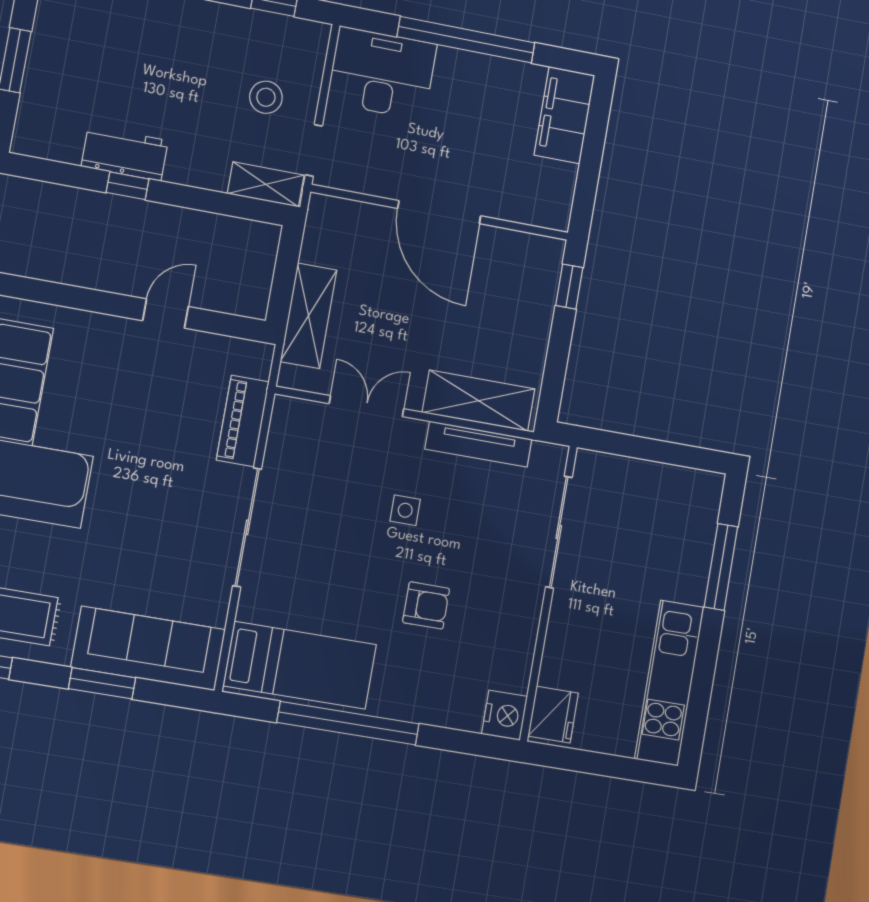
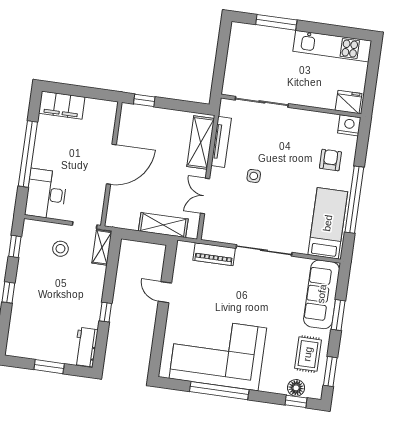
workbench: (125, 153) -> (86, 347), moved
armchair: (426, 605) -> (330, 160), moved

